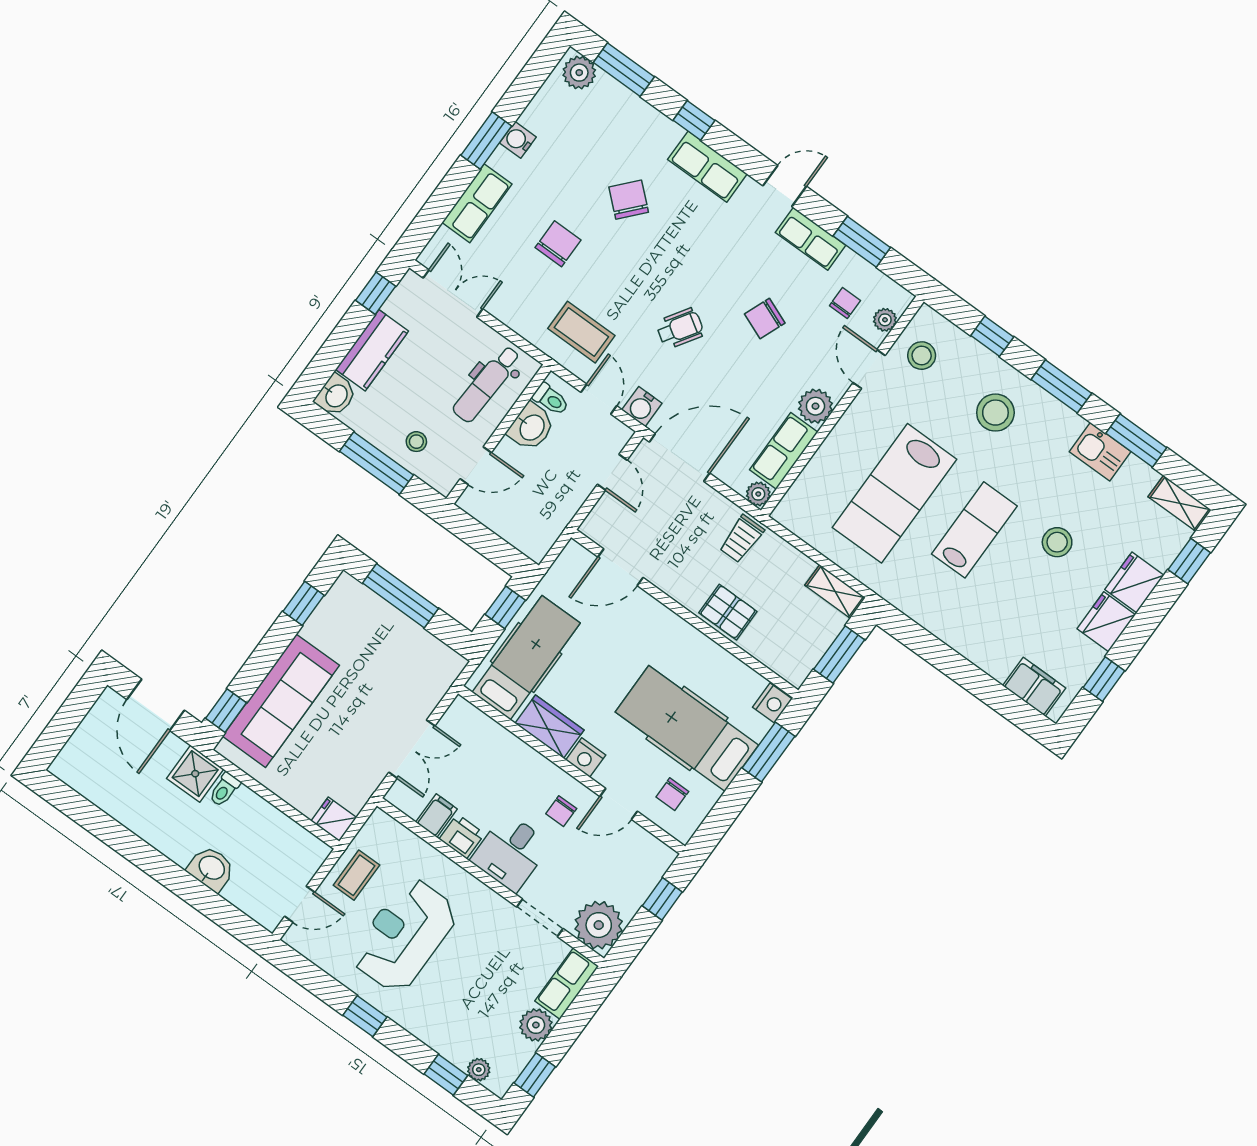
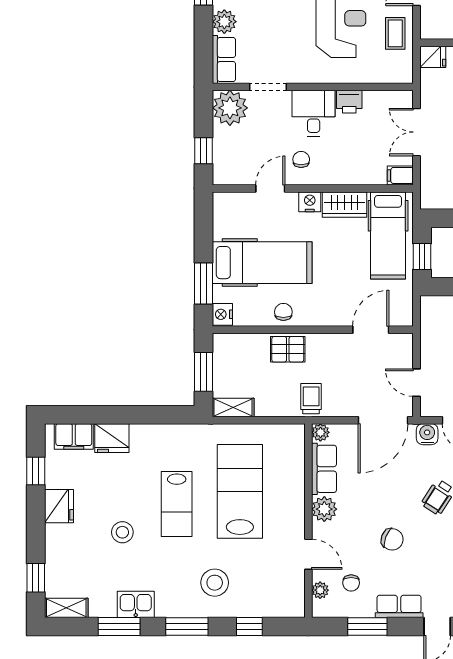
chair: (765, 318) -> (392, 539), turned 90
stool: (922, 356) -> (283, 585), removed
fridge: (1134, 582) -> (112, 438), moved, turned 90
chair: (672, 794) -> (283, 312), moved
filing cabinet: (436, 816) -> (400, 175), moved, turned 90

